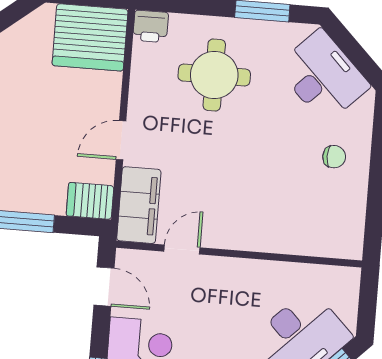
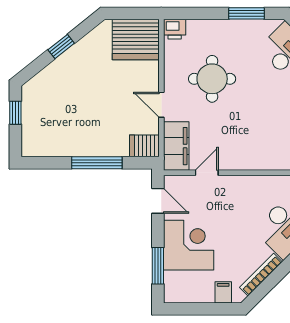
round table: (214, 75) -> (212, 79), moved
door: (121, 140) -> (161, 105), hinge flipped

